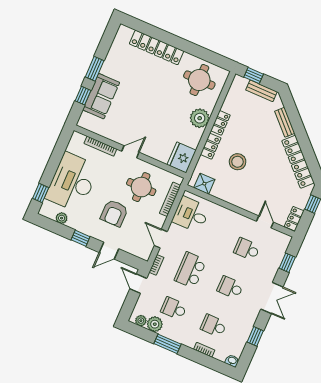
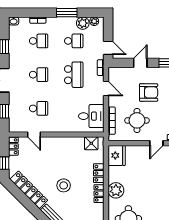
stool: (238, 162) -> (64, 185), moved
armchair: (114, 213) -> (149, 92), turned 90

